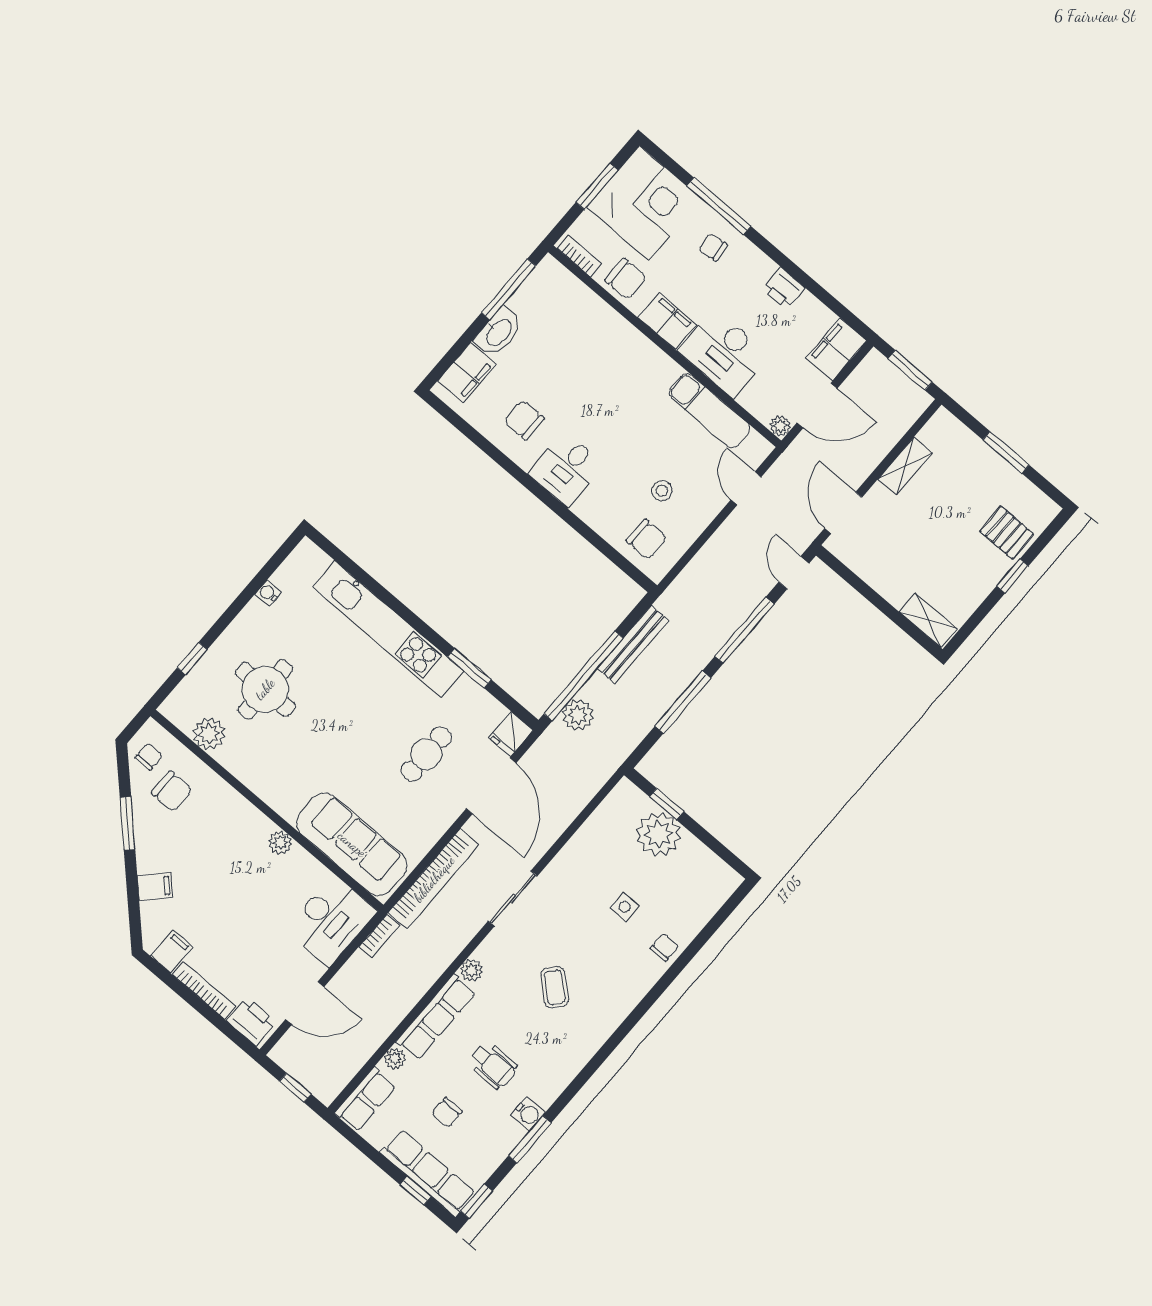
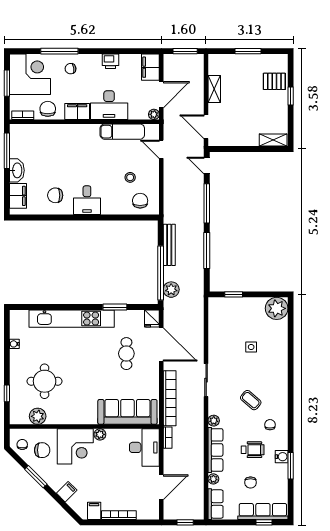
chair: (626, 279) -> (48, 109), turned -90
chair: (647, 539) -> (140, 201), turned -90
corner desk: (227, 829) -> (75, 446), added
plant: (659, 834) -> (277, 308), moved
chair: (664, 947) -> (270, 425), moved
printer: (251, 1021) -> (147, 511), removed
window: (477, 1201) -> (291, 506), removed

